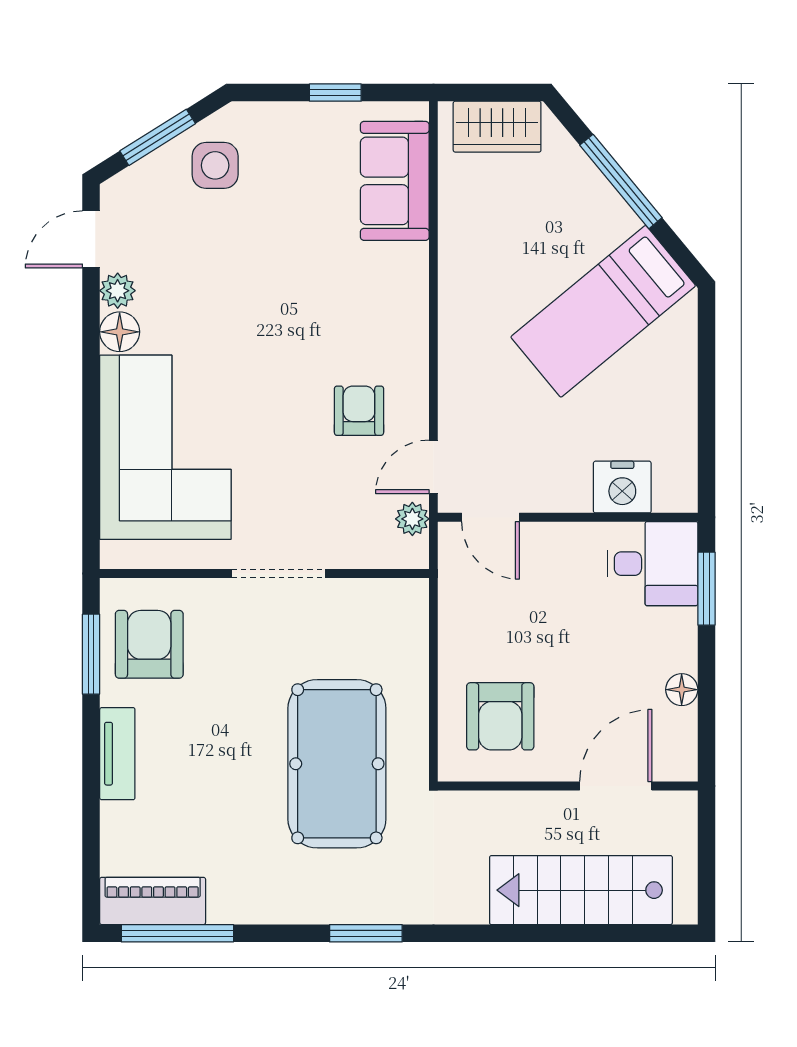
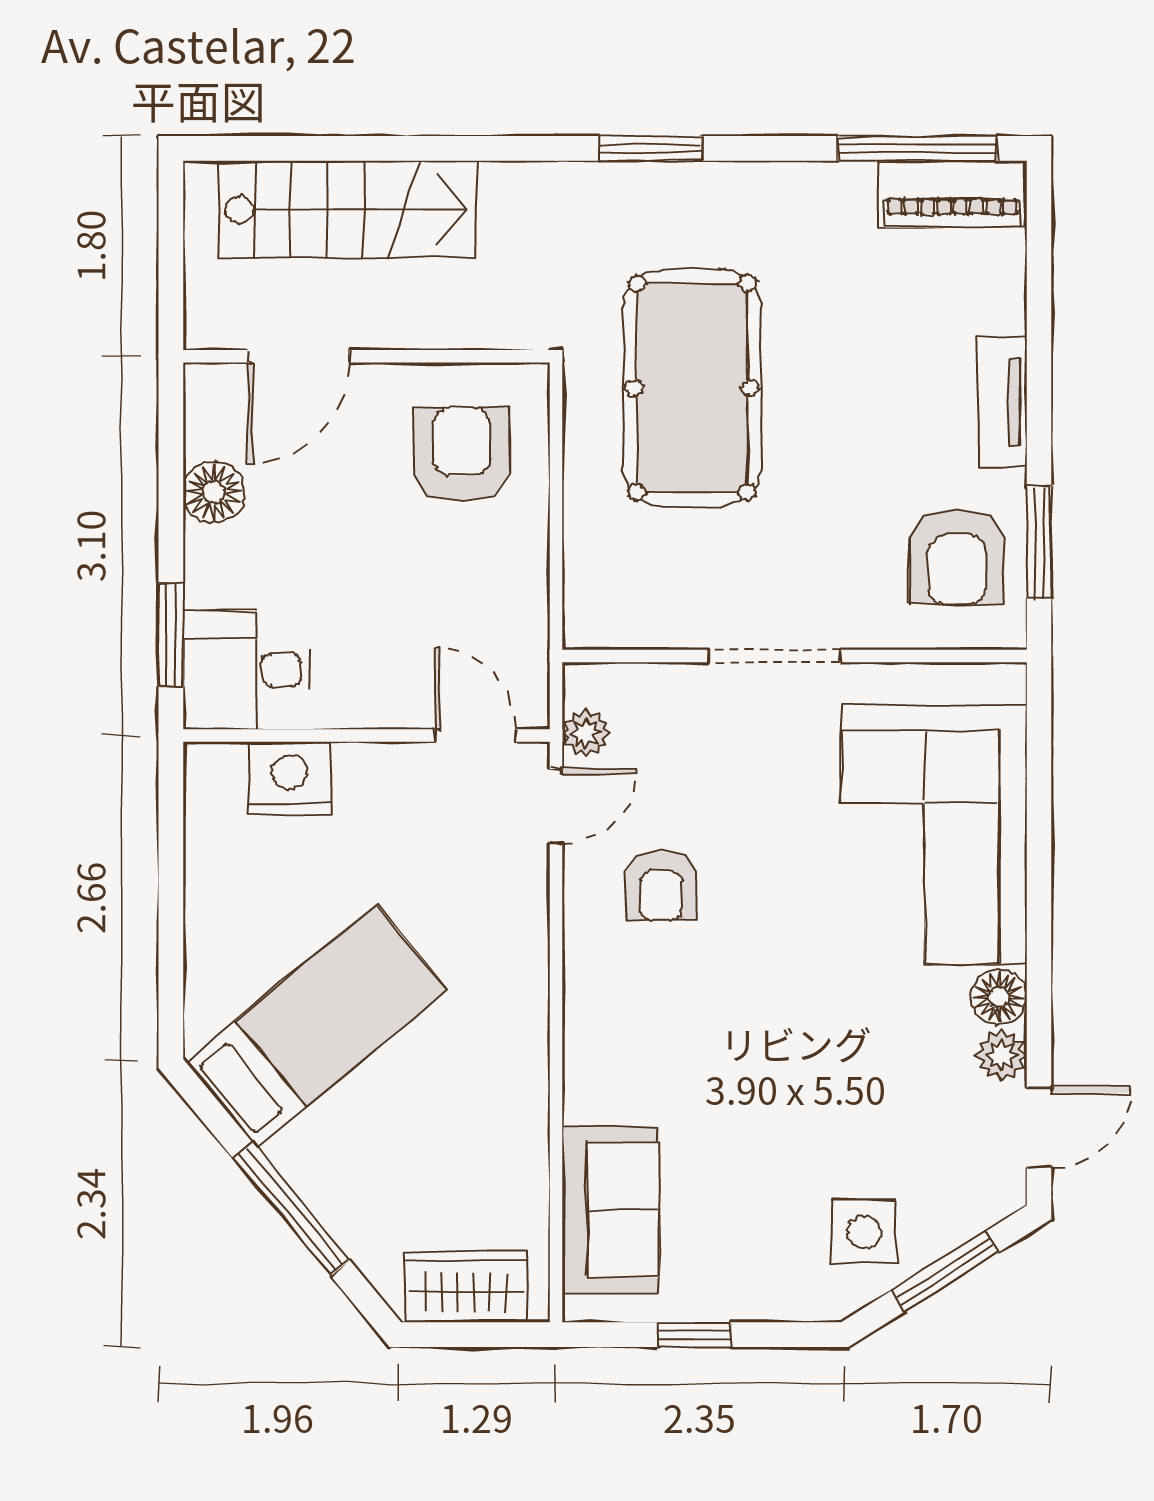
floor lamp: (682, 690) -> (214, 492), width x1.37, depth x1.37

